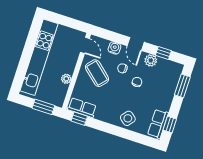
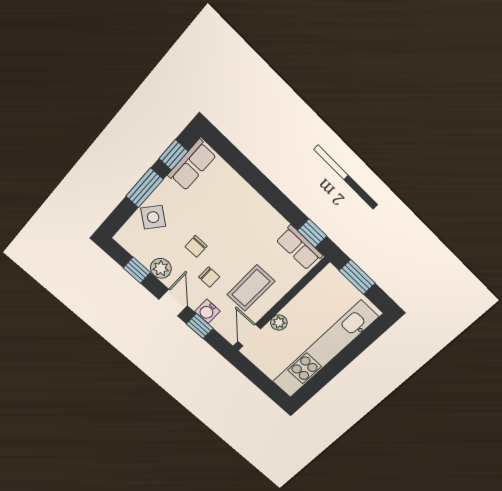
window: (115, 37) -> (200, 326), added
coffee table: (97, 73) -> (251, 288), turned 49
plant: (66, 79) -> (279, 323), moved
window: (182, 86) -> (145, 188), moved
side table: (128, 118) -> (153, 217), moved

